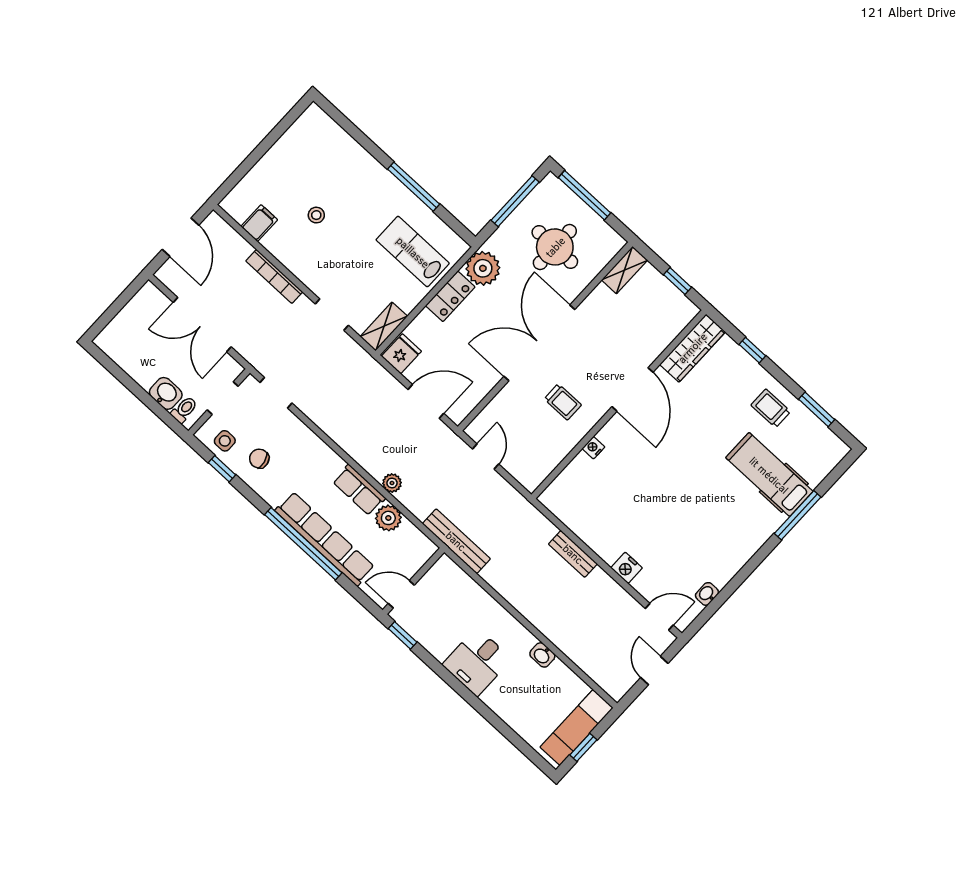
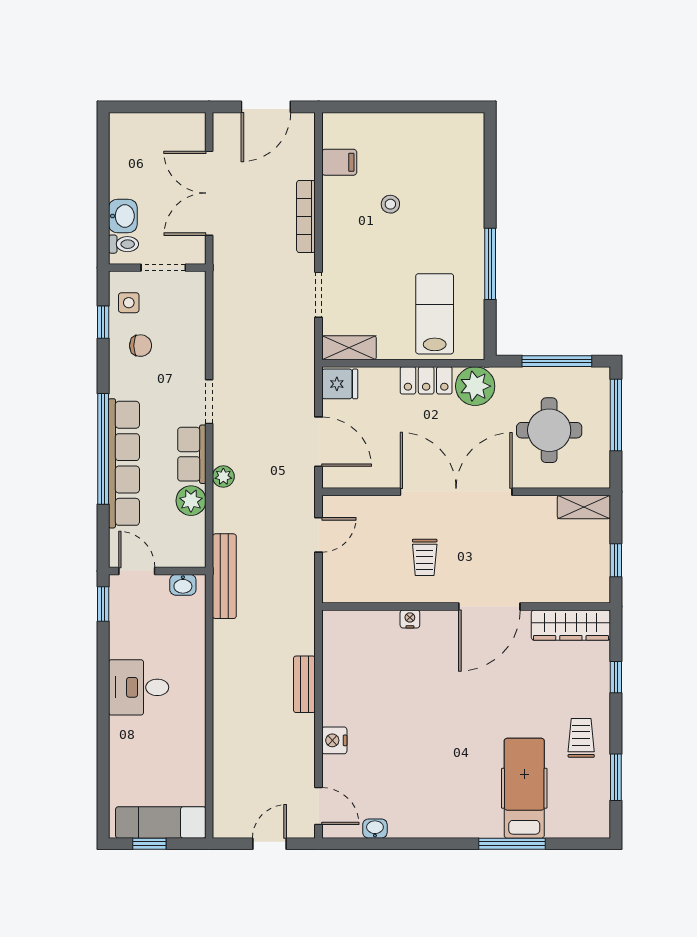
doorway: (276, 393) -> (209, 402), moved
chair: (259, 459) -> (141, 346), turned 103
washbasin: (542, 655) -> (183, 585), moved, turned -90

